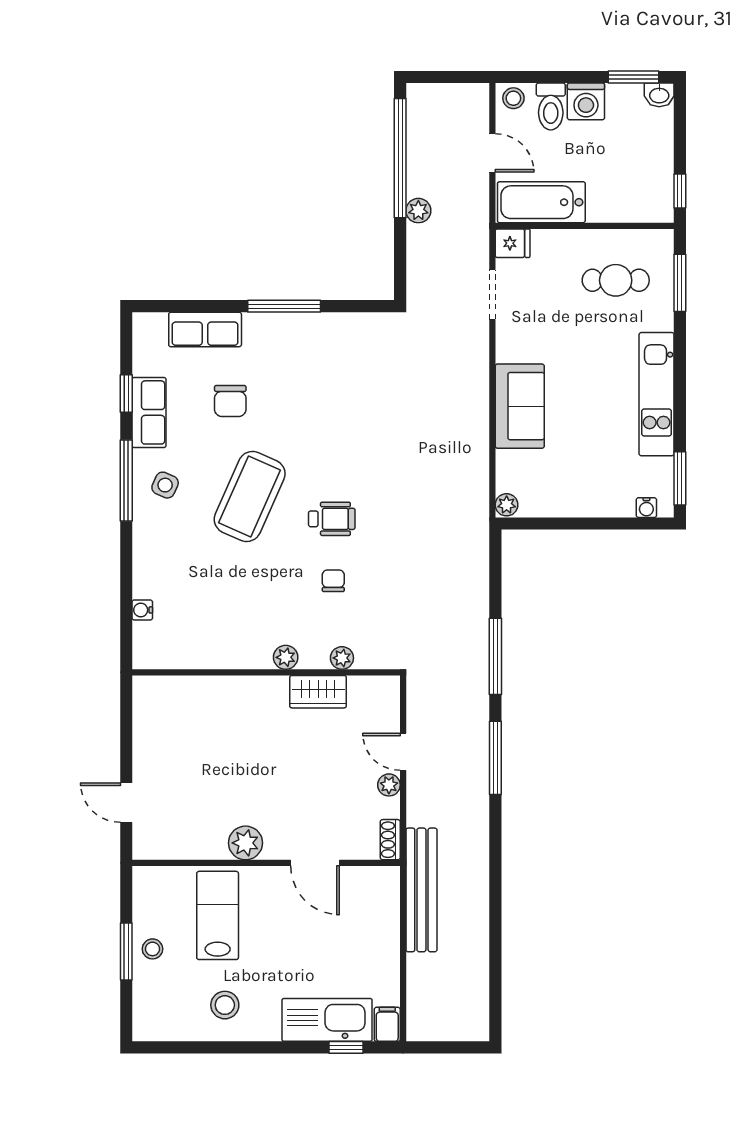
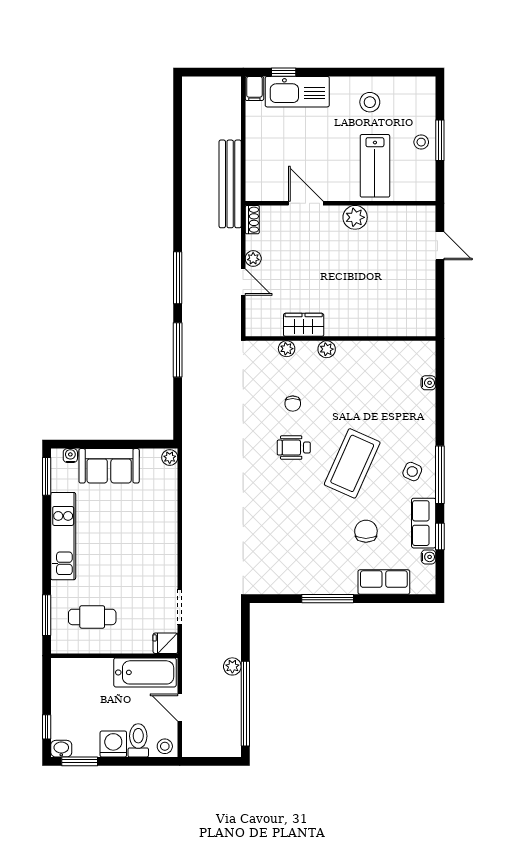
window: (680, 191) -> (47, 727), moved
water cooler: (142, 365) -> (428, 557), added
sofa: (520, 406) -> (109, 466), moved, turned -90

